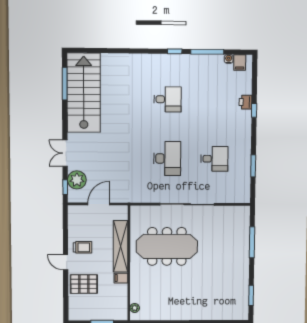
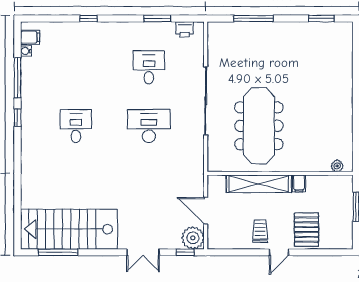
printer: (245, 102) -> (185, 29), moved
plant: (77, 180) -> (193, 238), moved

